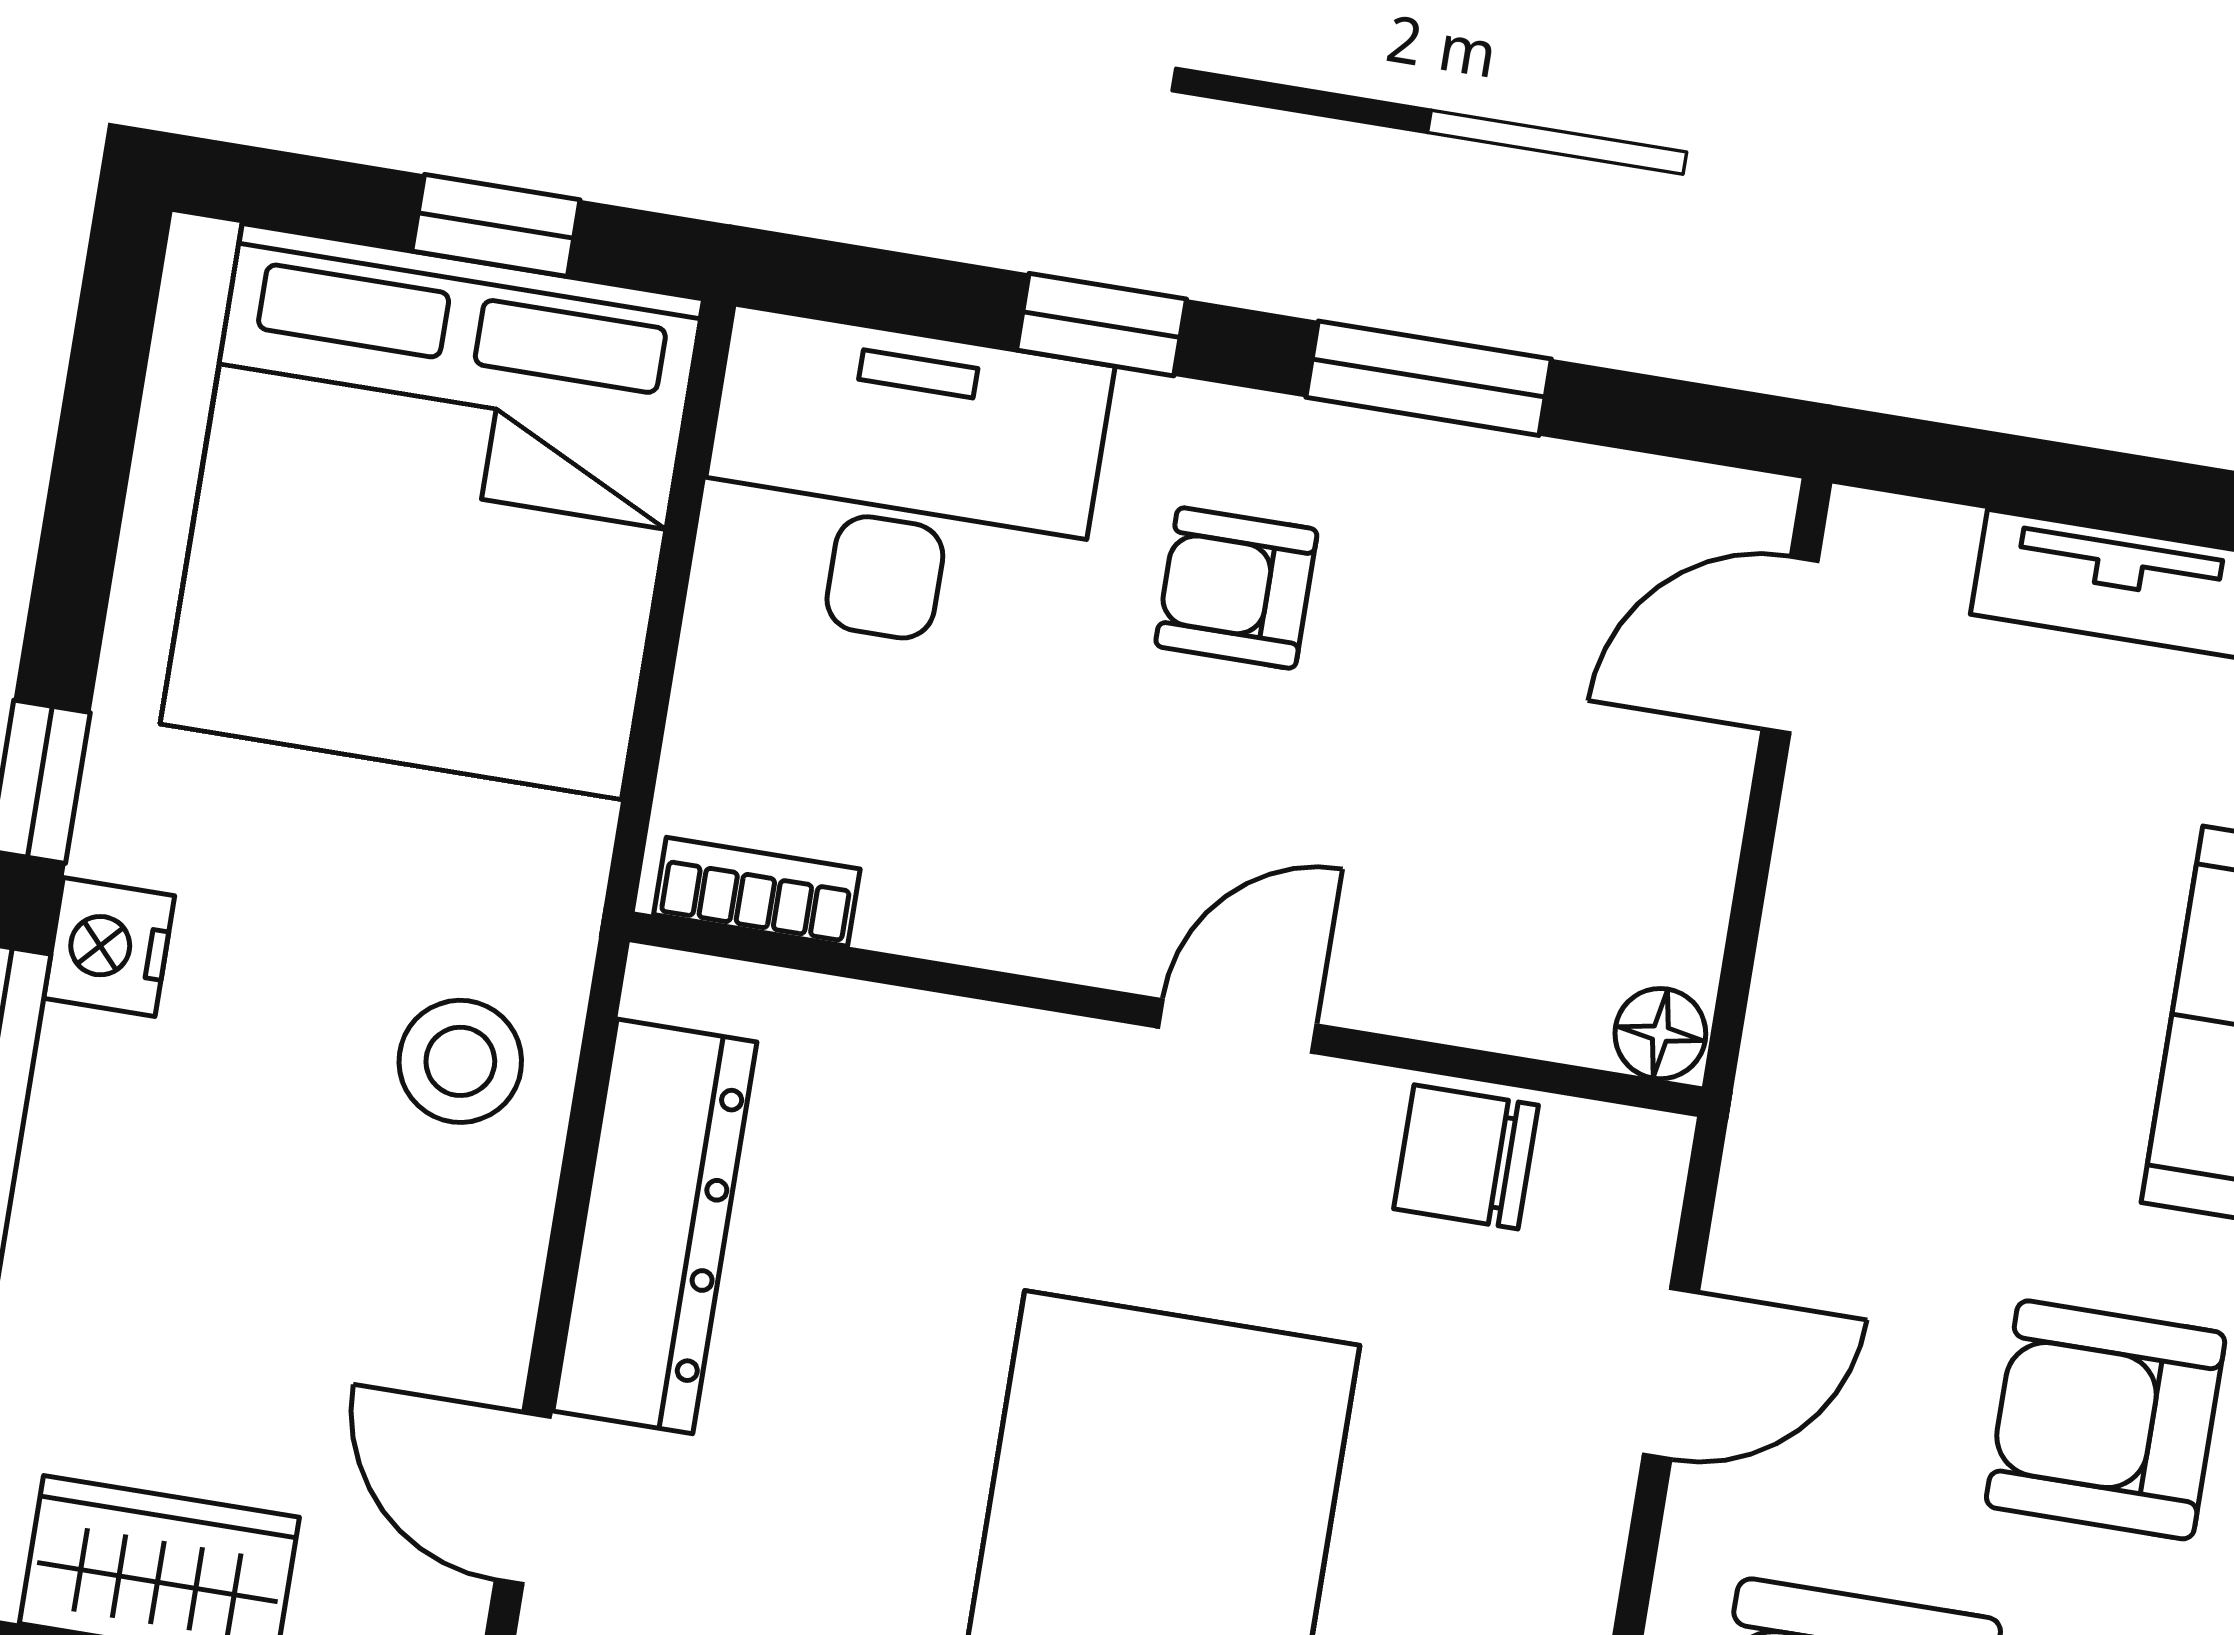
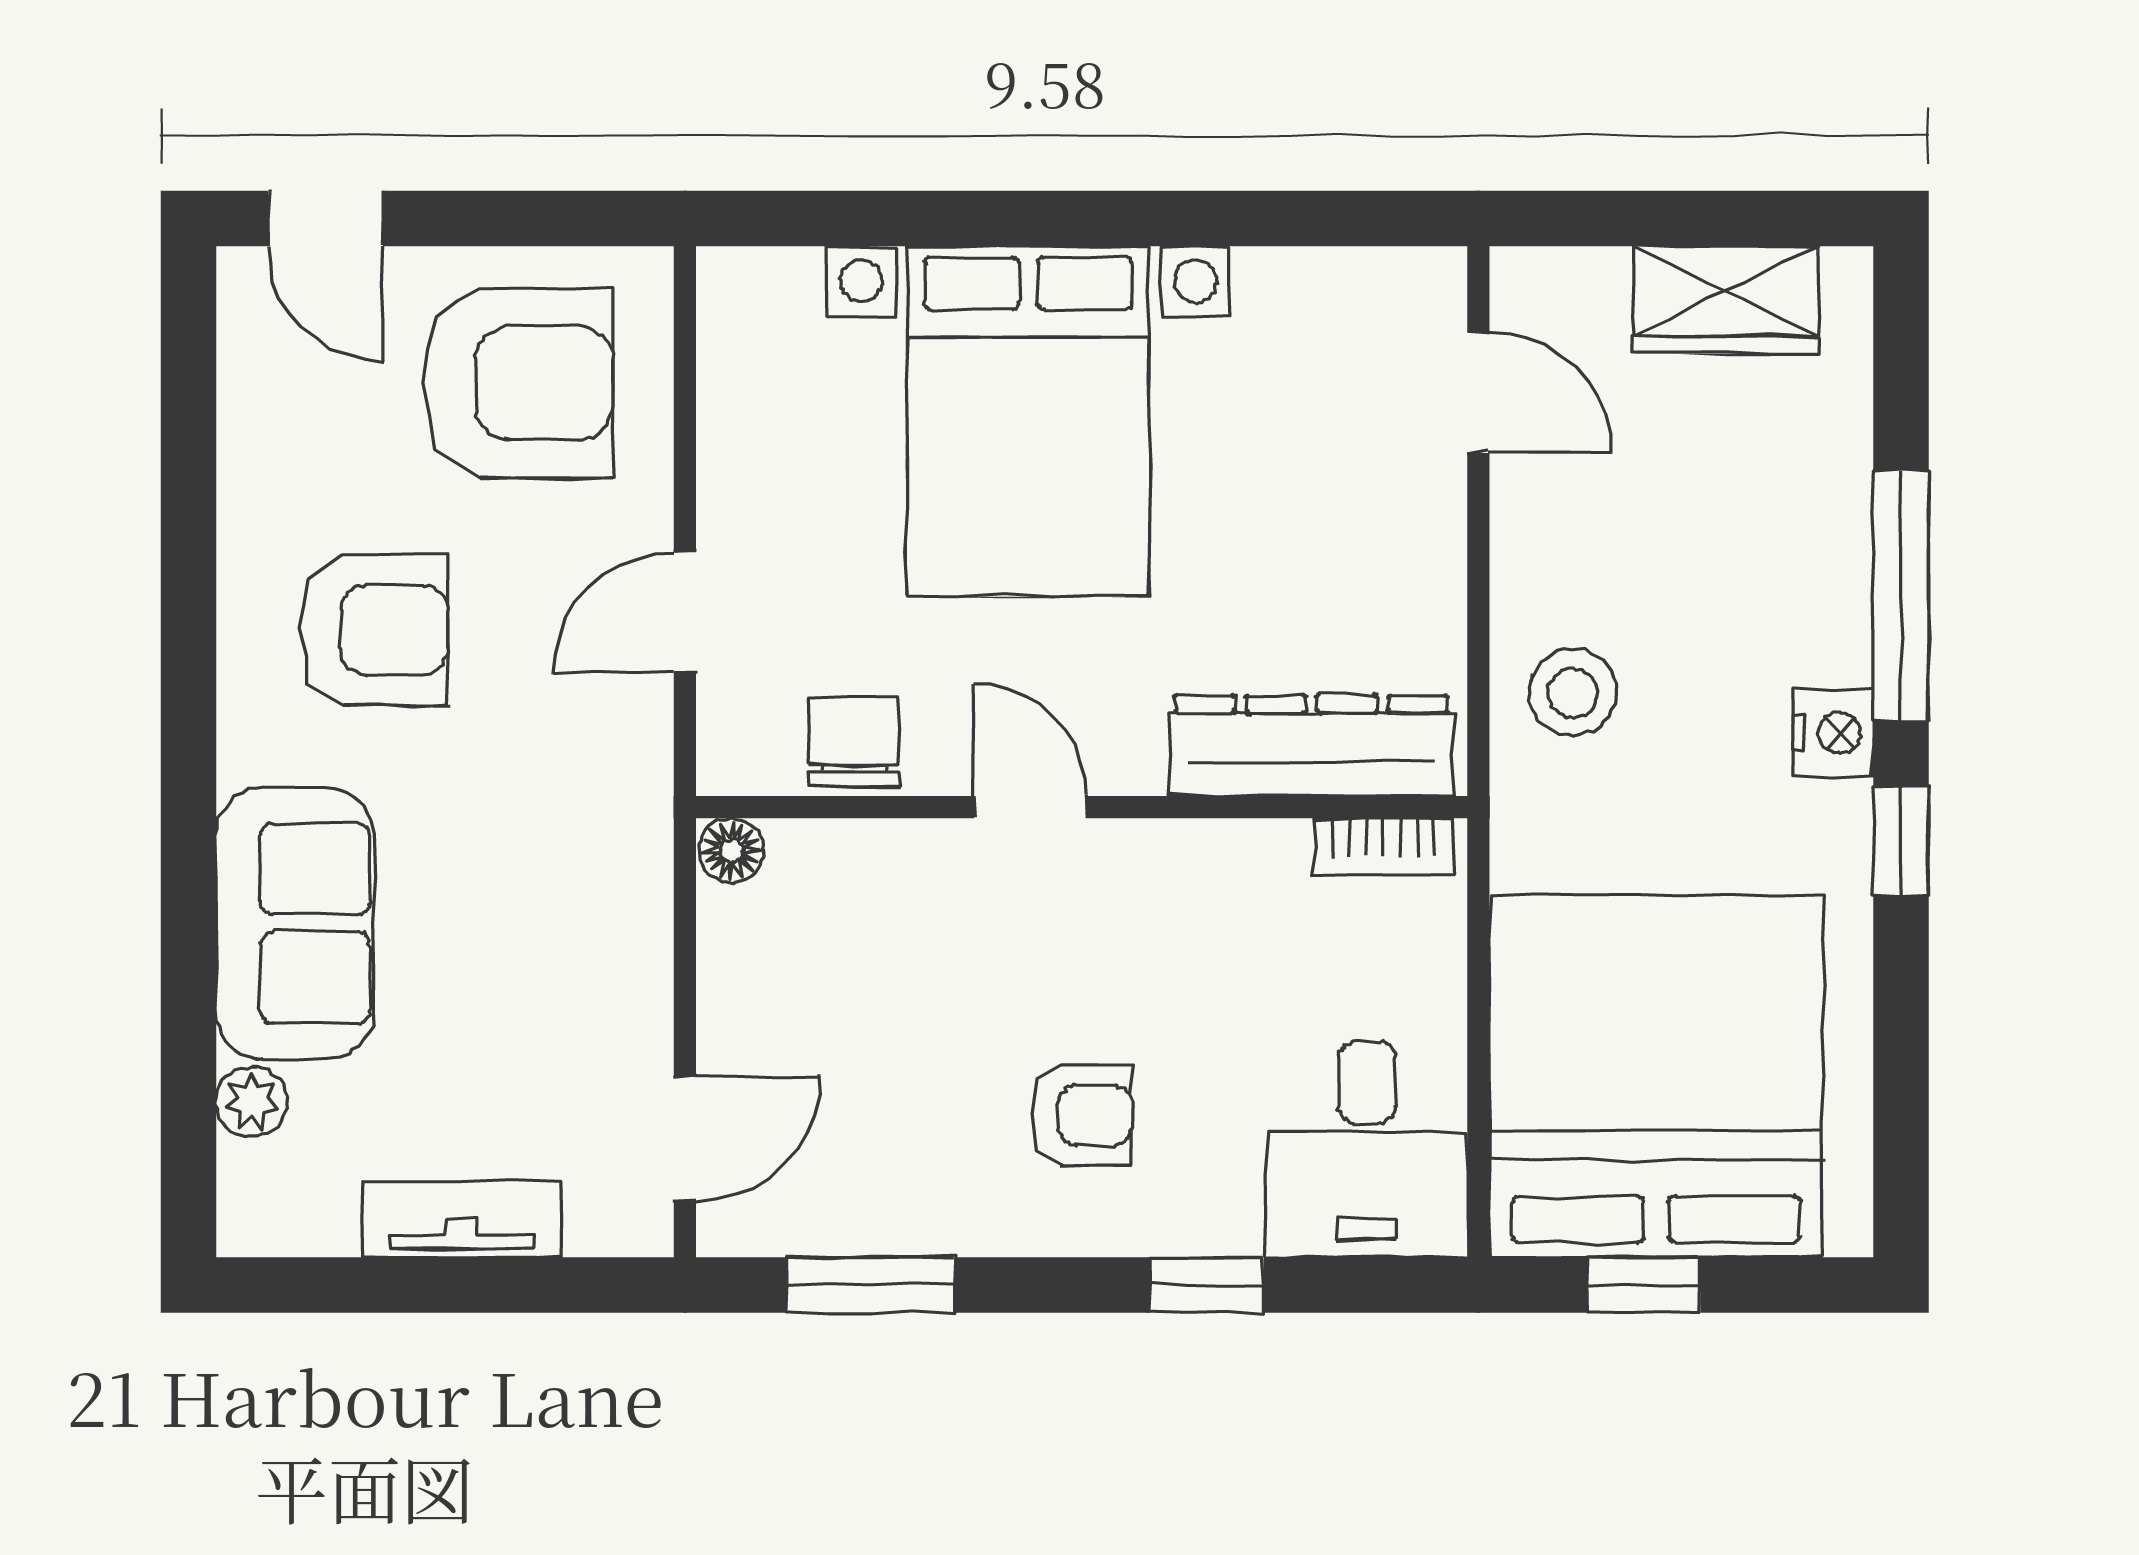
window: (1429, 378) -> (871, 1285), moved
desk: (900, 485) -> (1367, 1149), width x0.73
door: (1237, 1026) -> (1030, 807), swing flipped
chair: (1466, 1157) -> (854, 741), turned -90
dresser: (655, 1226) -> (1311, 746), moved, turned 90

